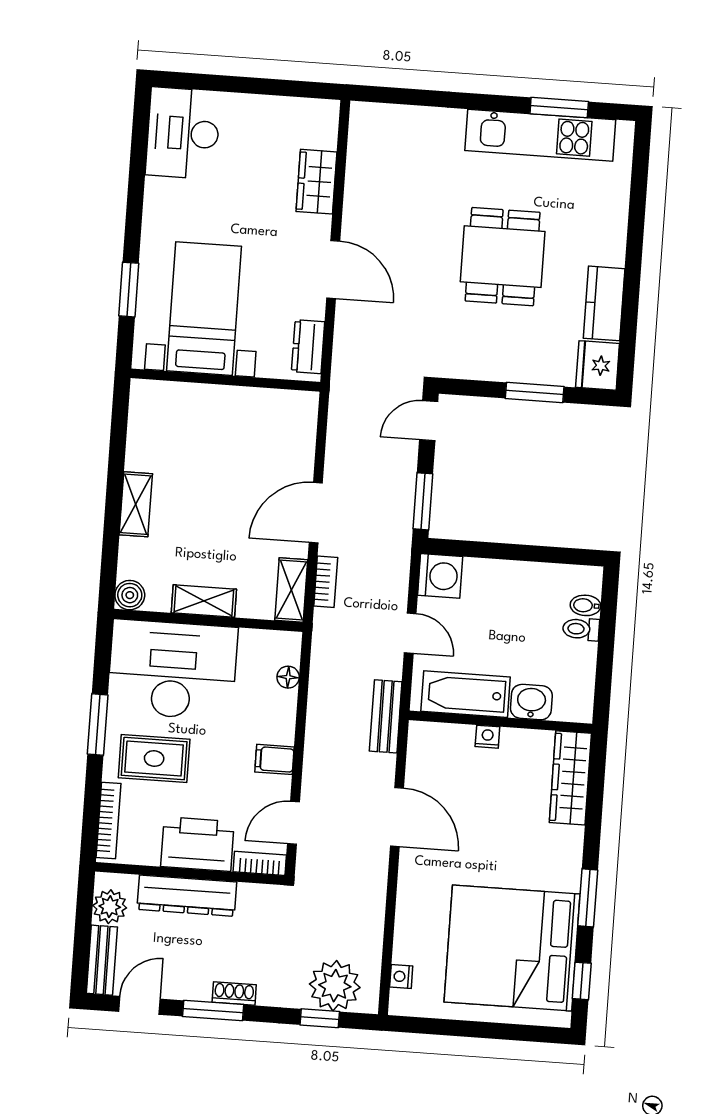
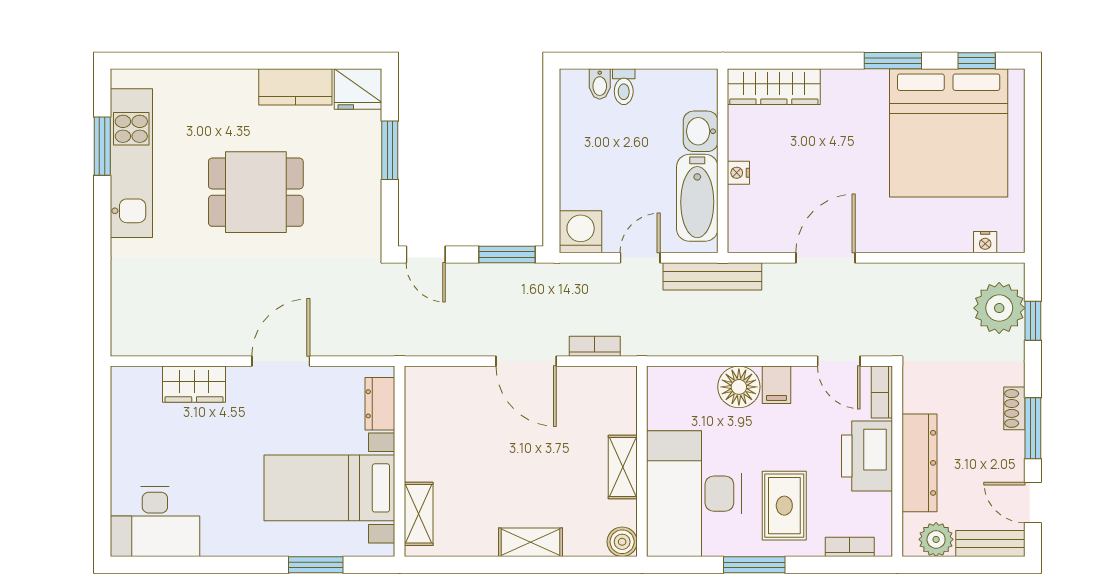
dresser: (308, 347) -> (380, 404), moved, turned 90
shelving: (291, 590) -> (419, 514), moved, turned 90
floor lamp: (288, 677) -> (739, 387), moved, width x1.89, depth x1.89
bench: (386, 716) -> (712, 276), width x1.36
bookcase: (108, 820) -> (850, 547), width x0.64

